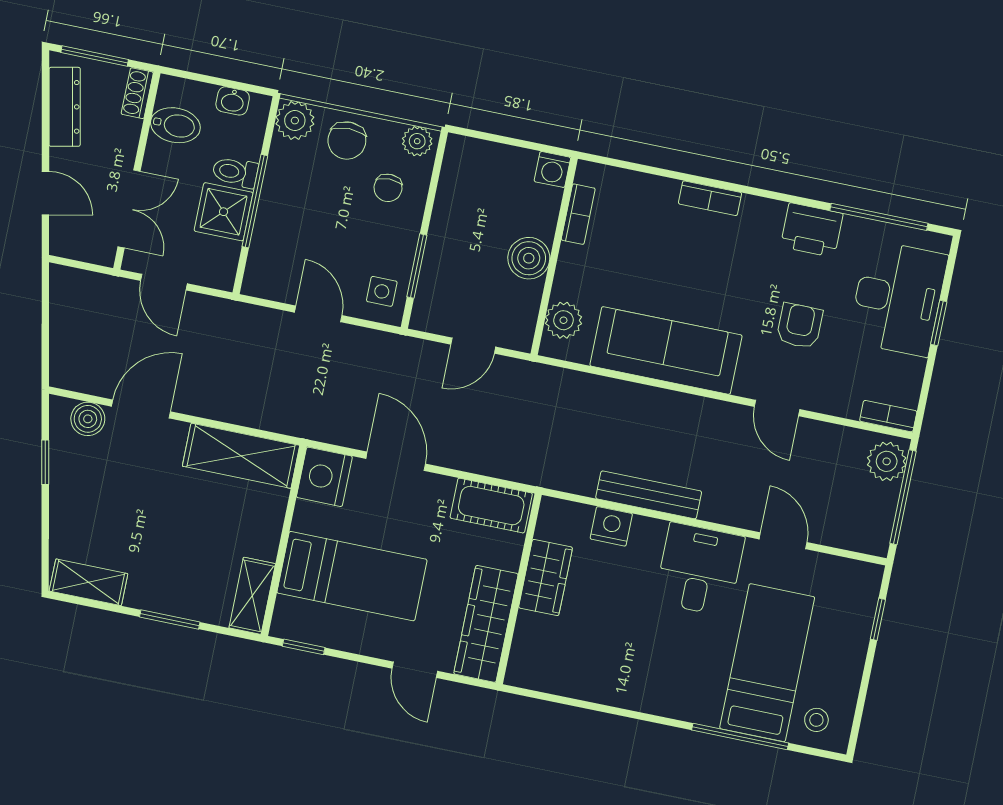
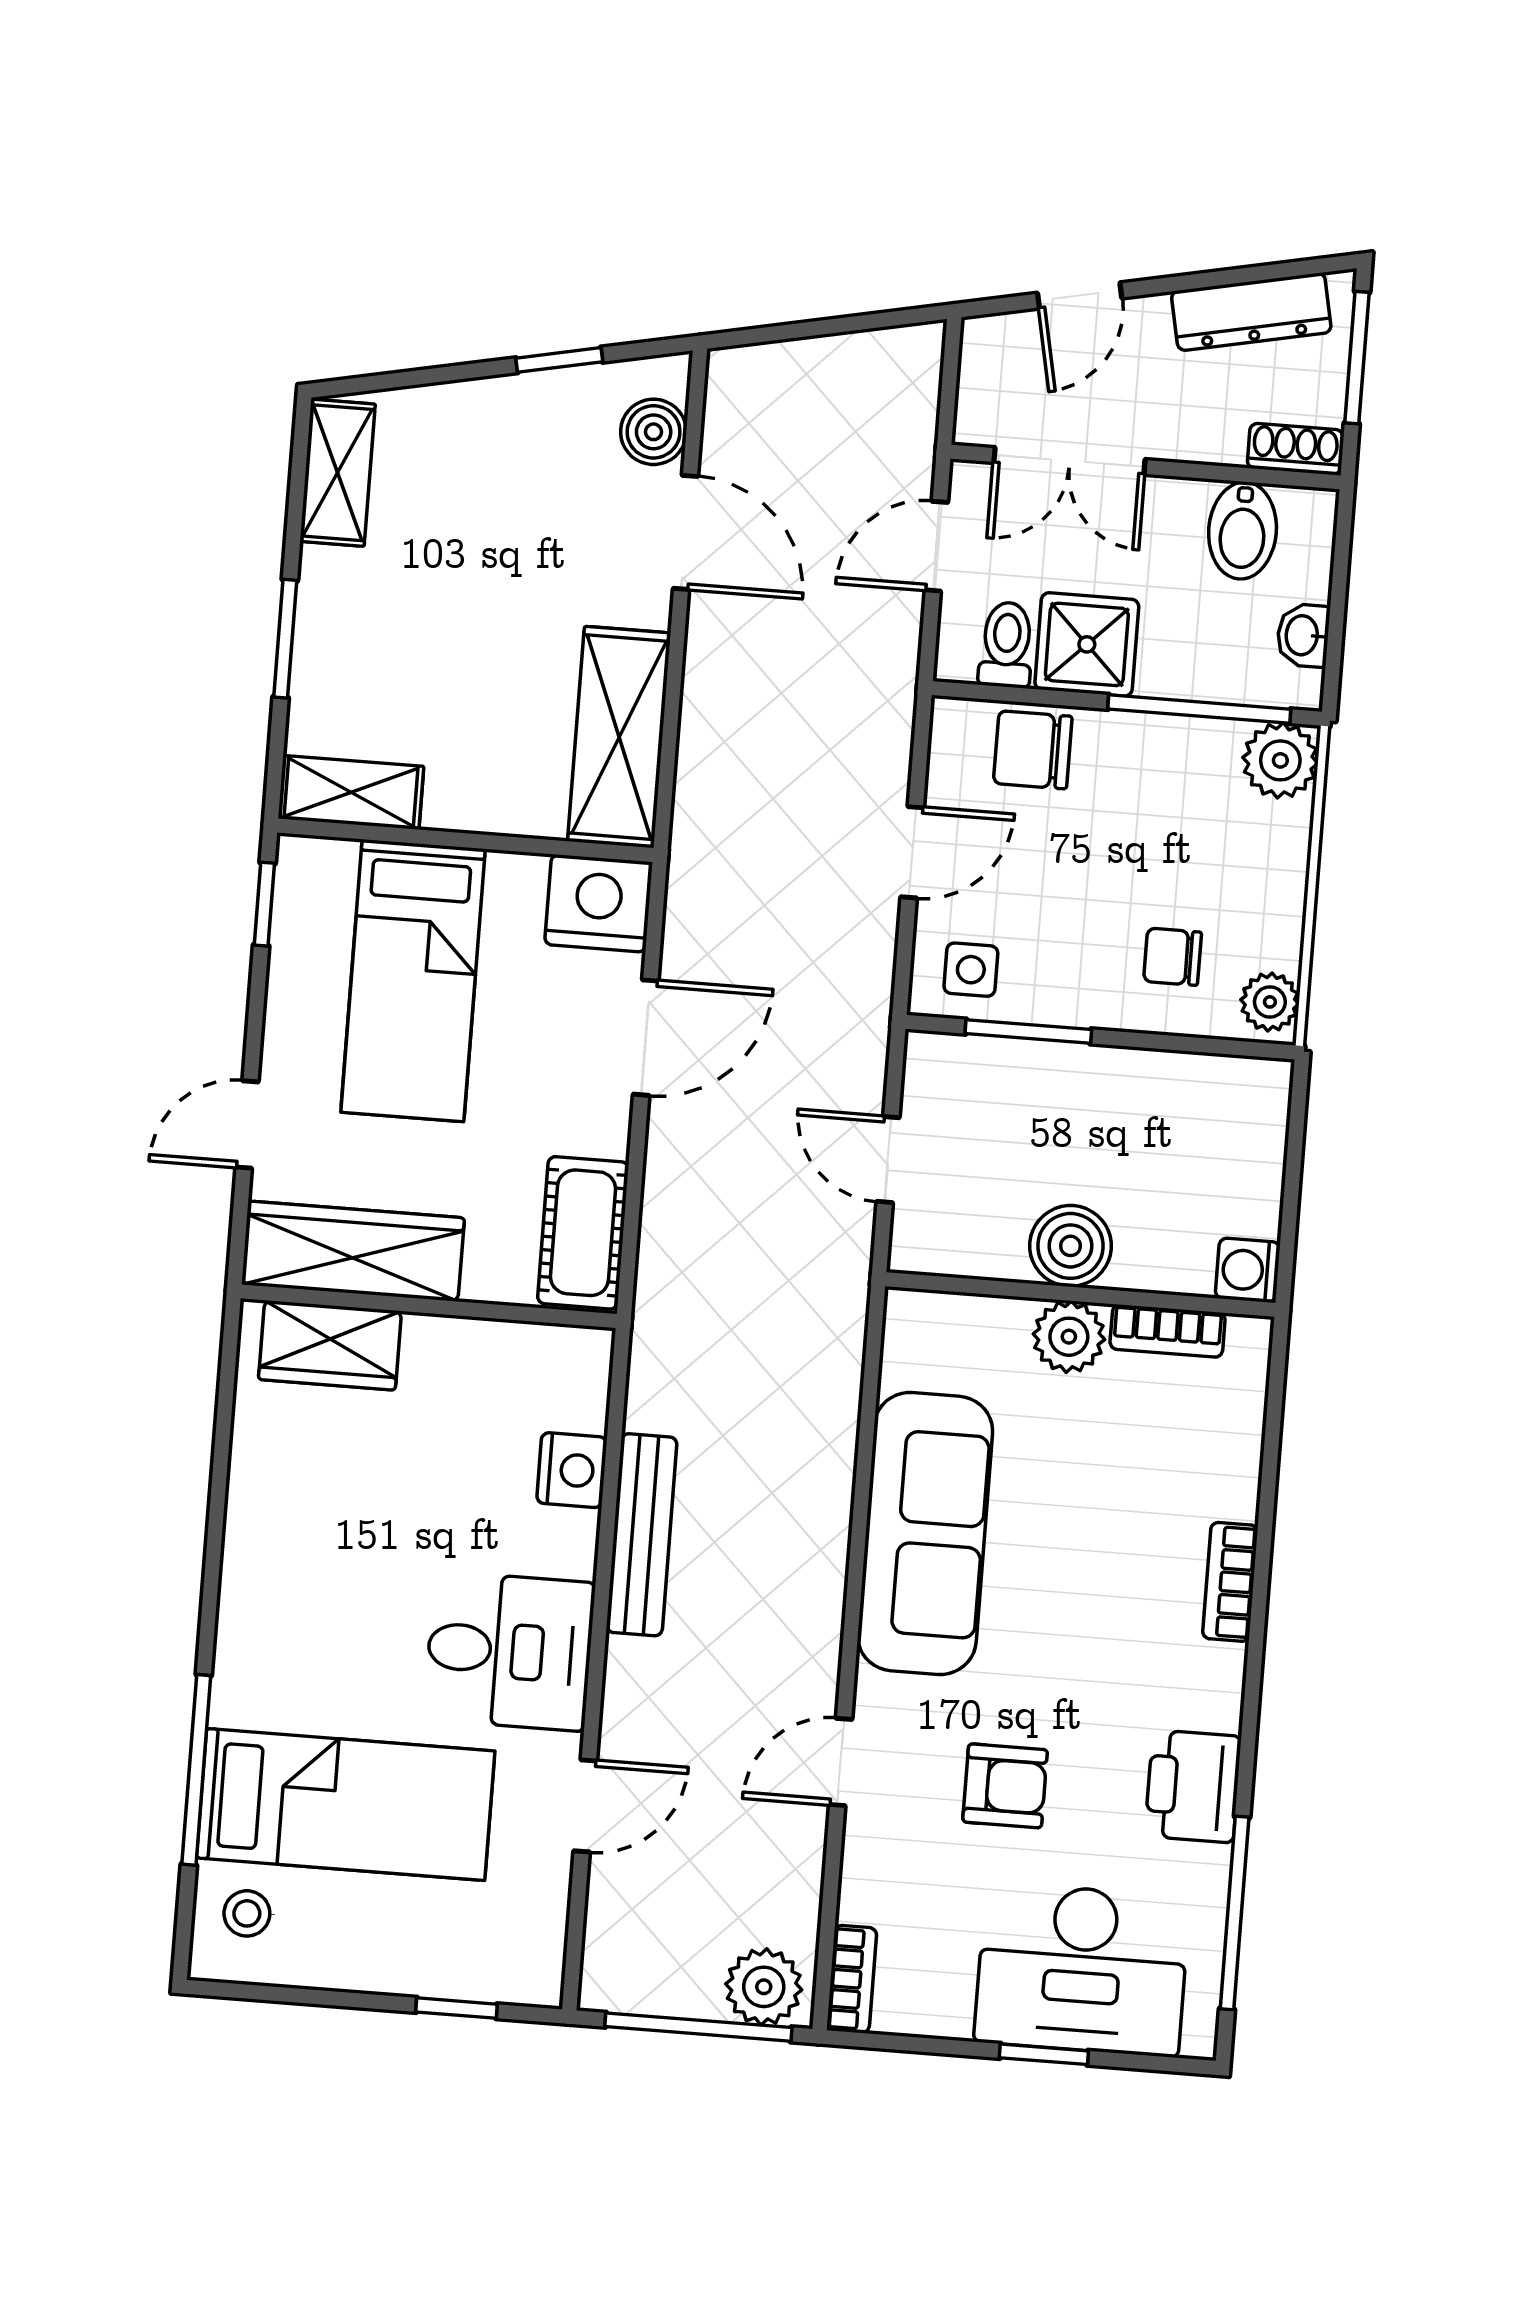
chair: (347, 141) -> (1033, 750), moved
toilet: (235, 172) -> (1006, 645), moved
window: (255, 201) -> (1199, 709), moved
plant: (564, 320) -> (1069, 1337), moved
wardrobe: (546, 578) -> (330, 1345), moved

